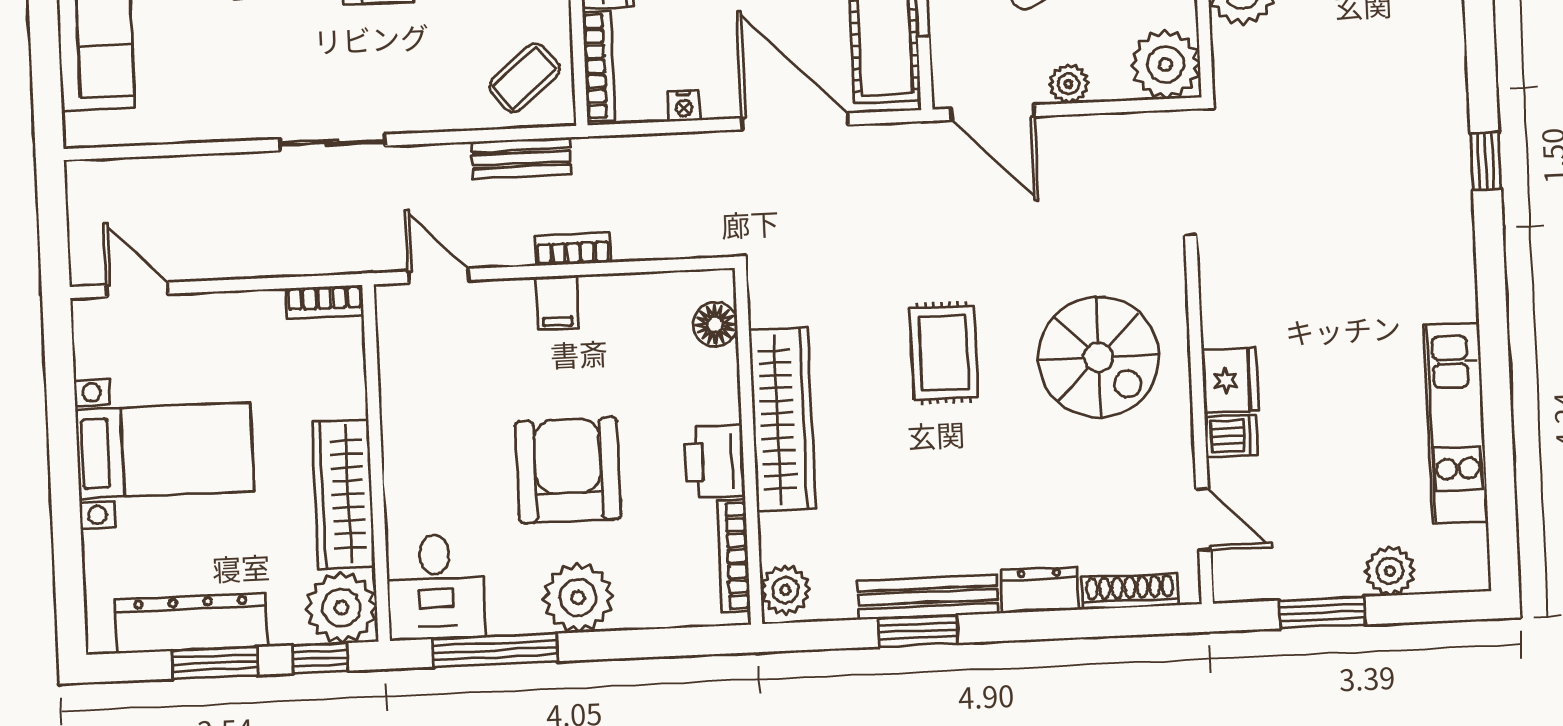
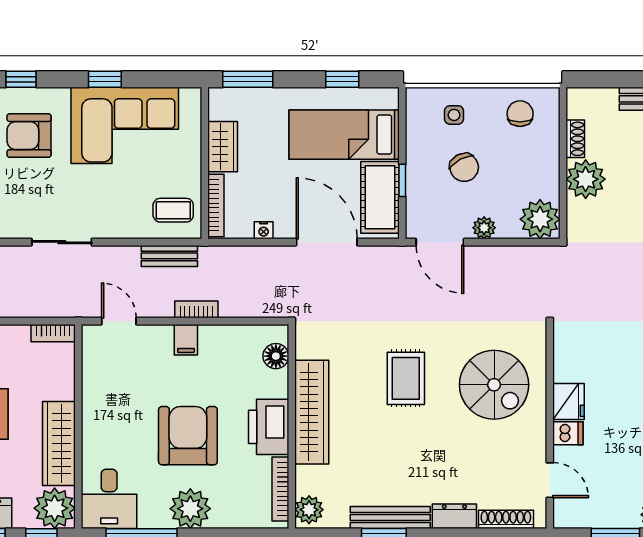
coffee table: (525, 78) -> (173, 210), turned 40
printer: (714, 461) -> (269, 427), width x1.37, depth x1.19

